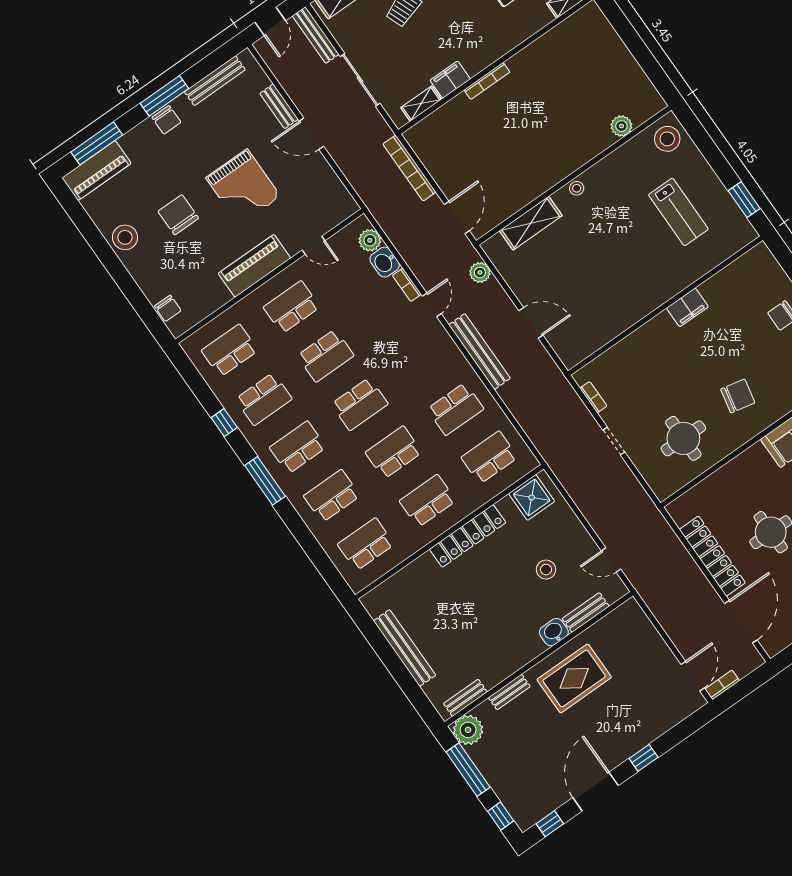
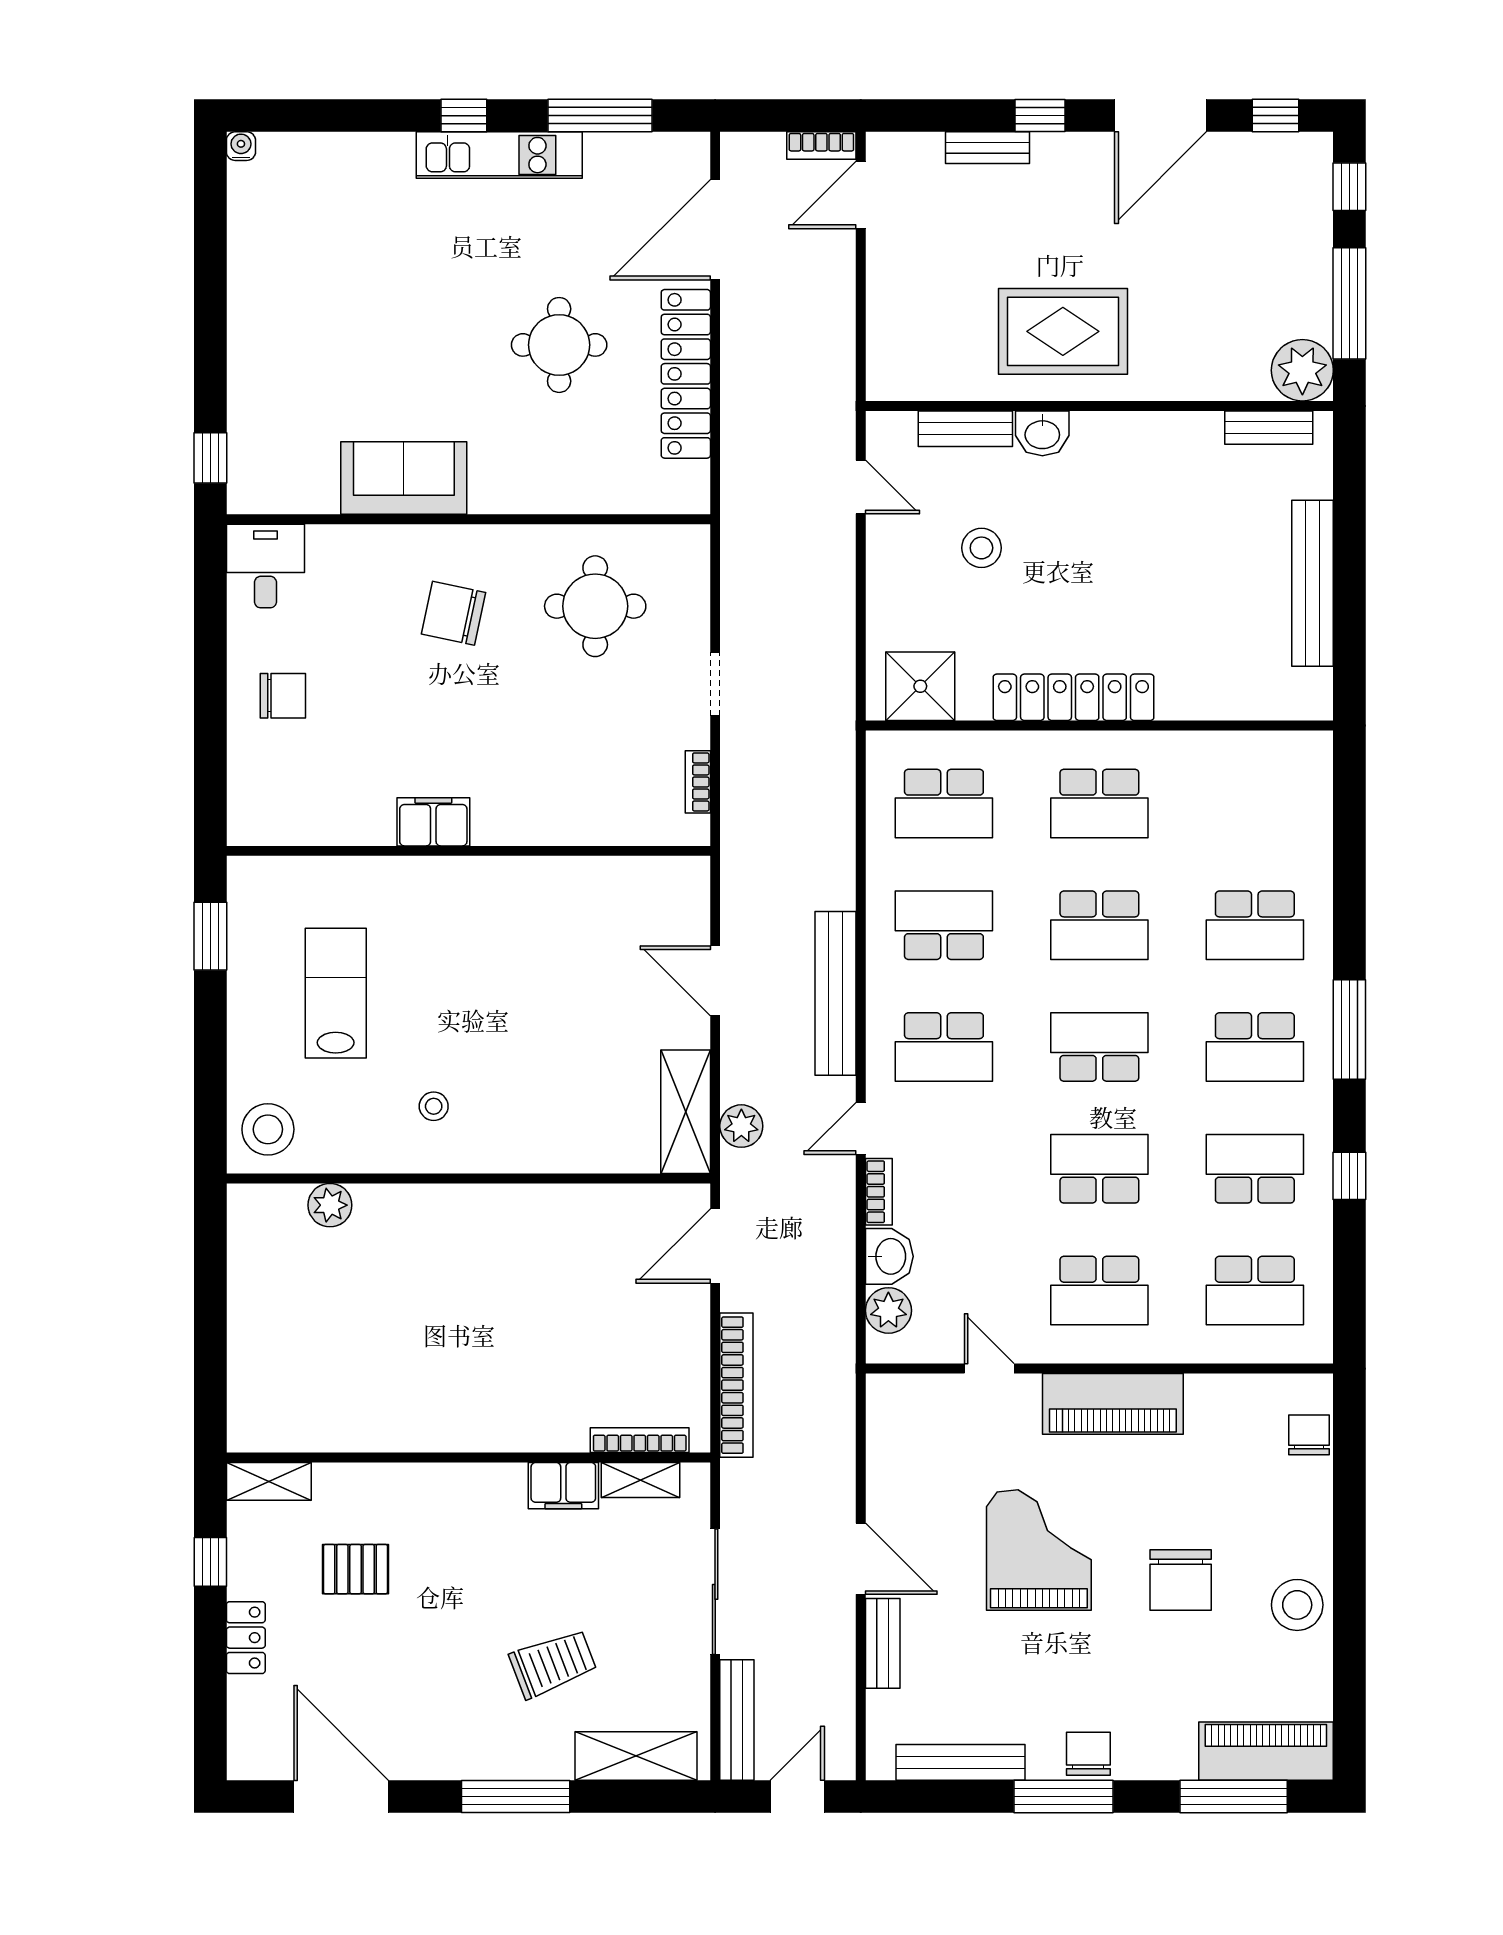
bookcase: (487, 81) -> (640, 1440), moved
stool: (577, 188) -> (434, 1106), moved
shelving: (531, 223) -> (686, 1112), moved, turned 90
school desk: (366, 544) -> (944, 1047), moved
bench: (509, 692) -> (988, 148), moved

